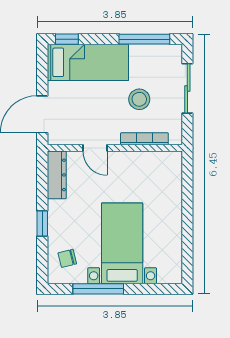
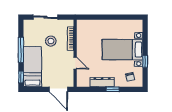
window: (144, 39) -> (21, 50), moved
door: (95, 148) -> (75, 63), hinge flipped
dresser: (57, 175) -> (102, 82), moved
window: (98, 289) -> (145, 61), width x0.46

